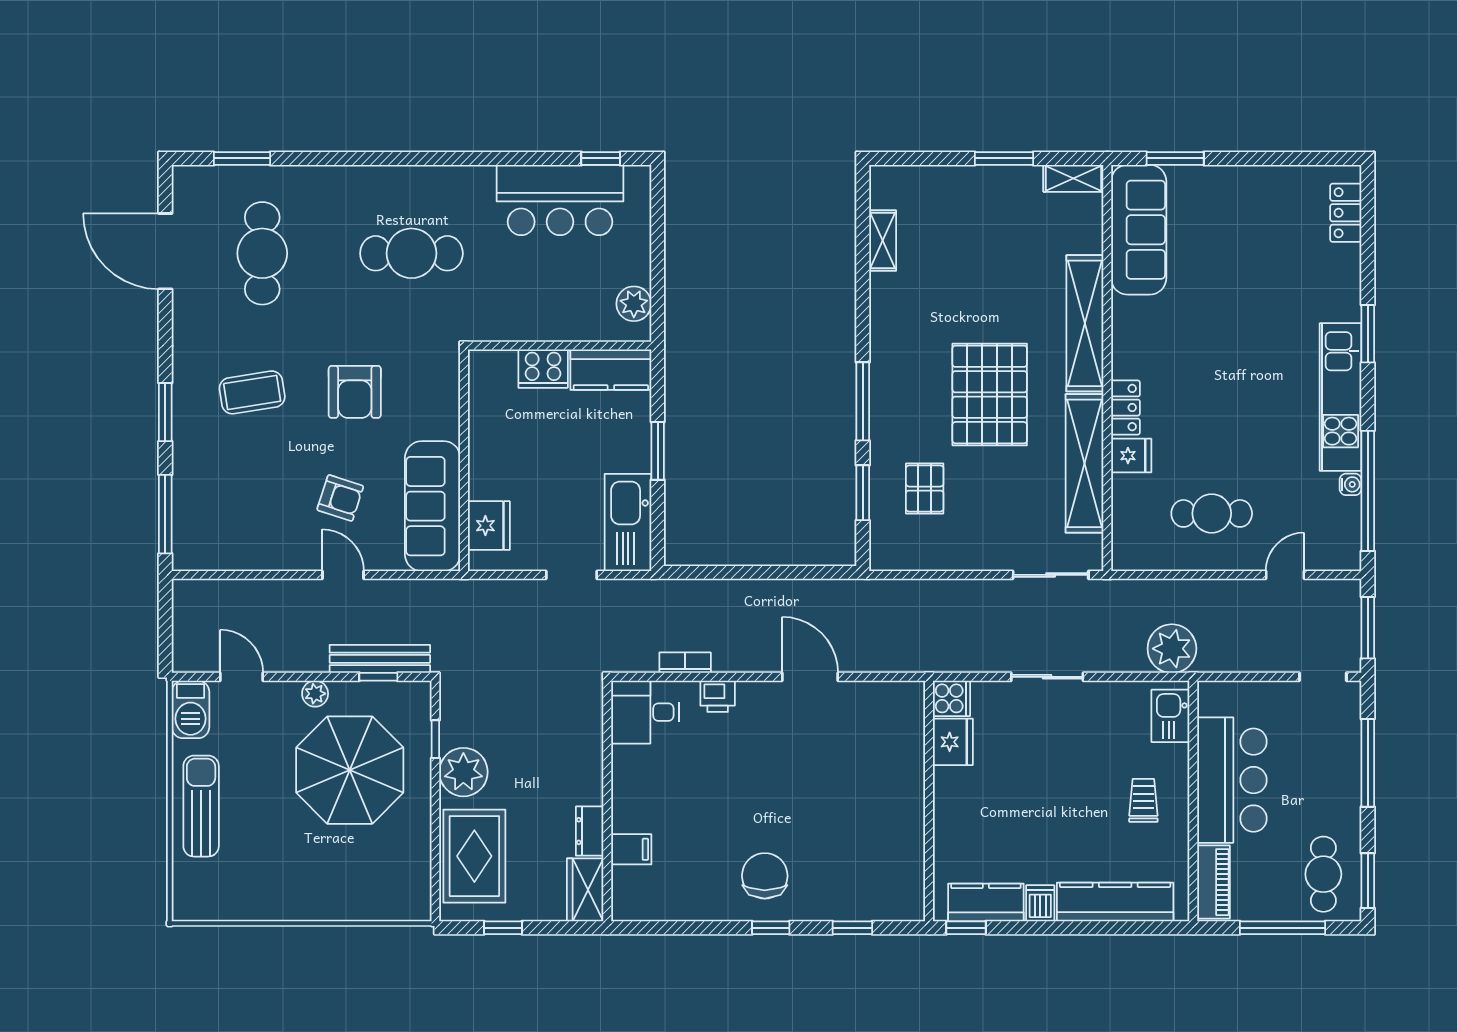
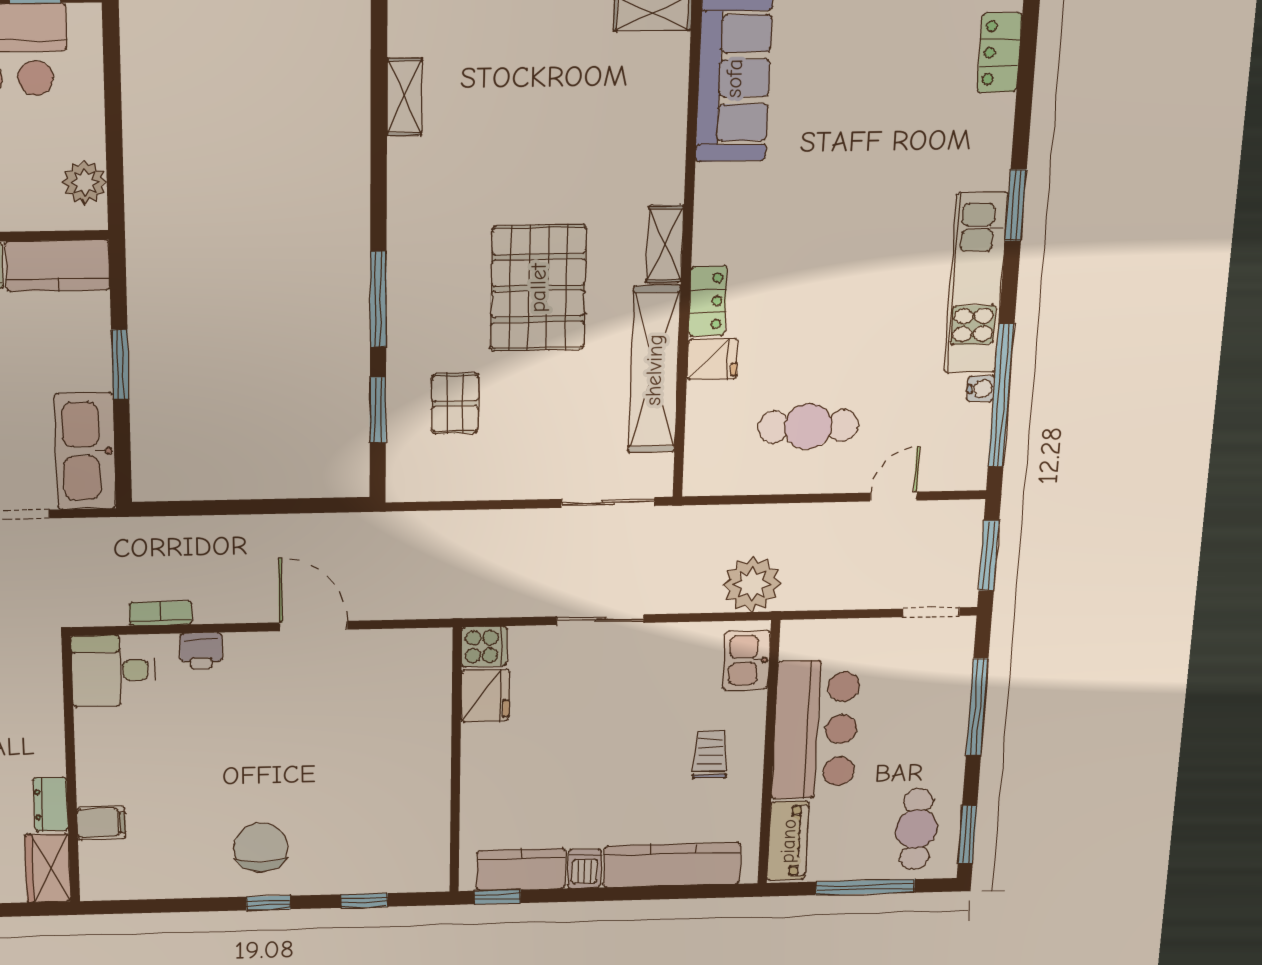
shelving: (1085, 323) -> (665, 244), width x0.45, depth x0.75

